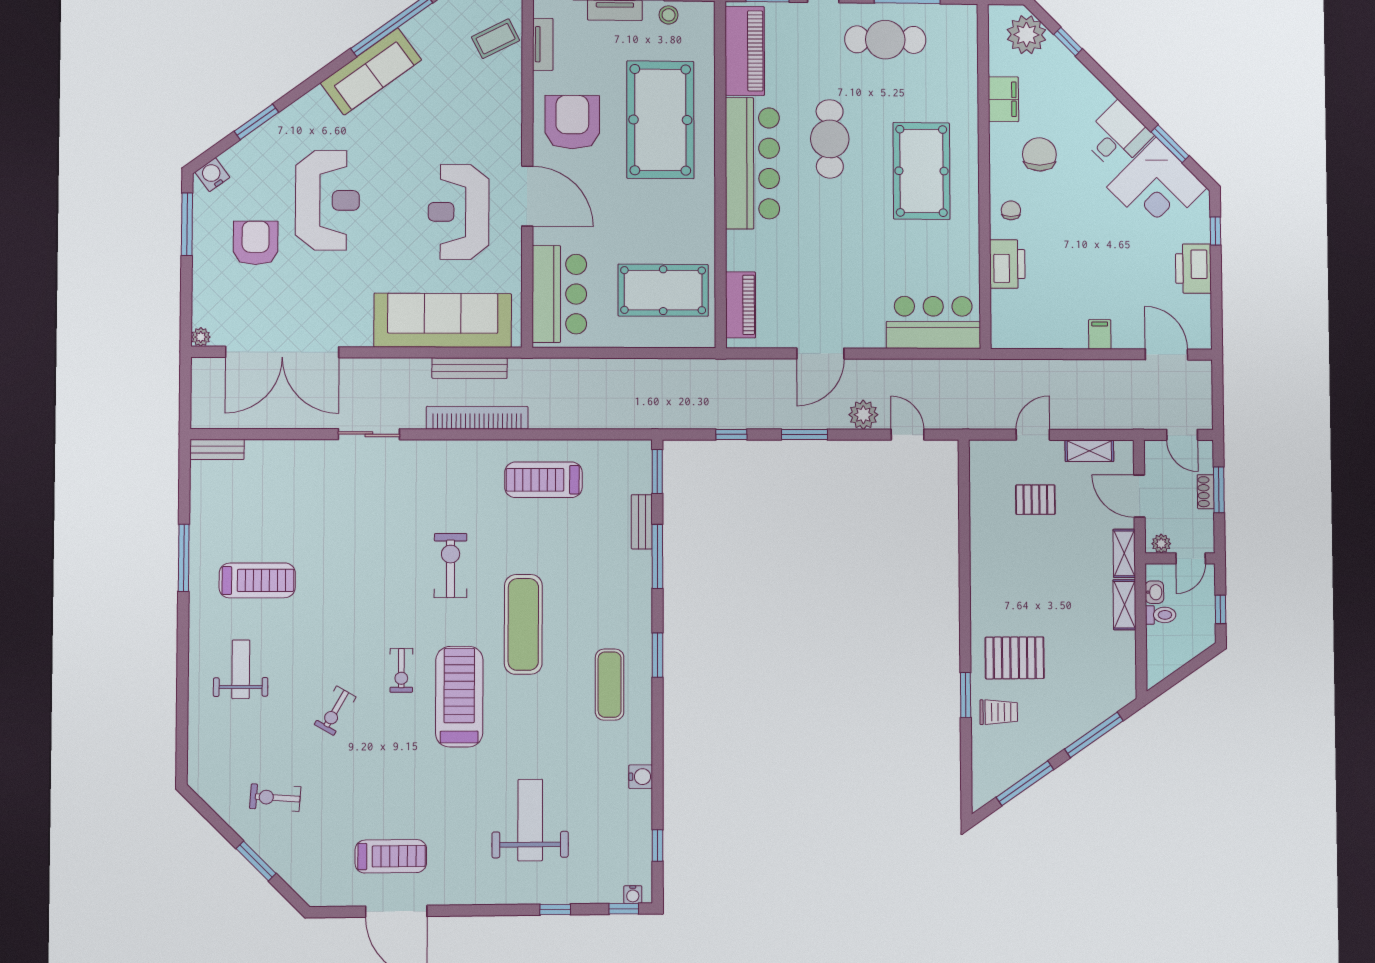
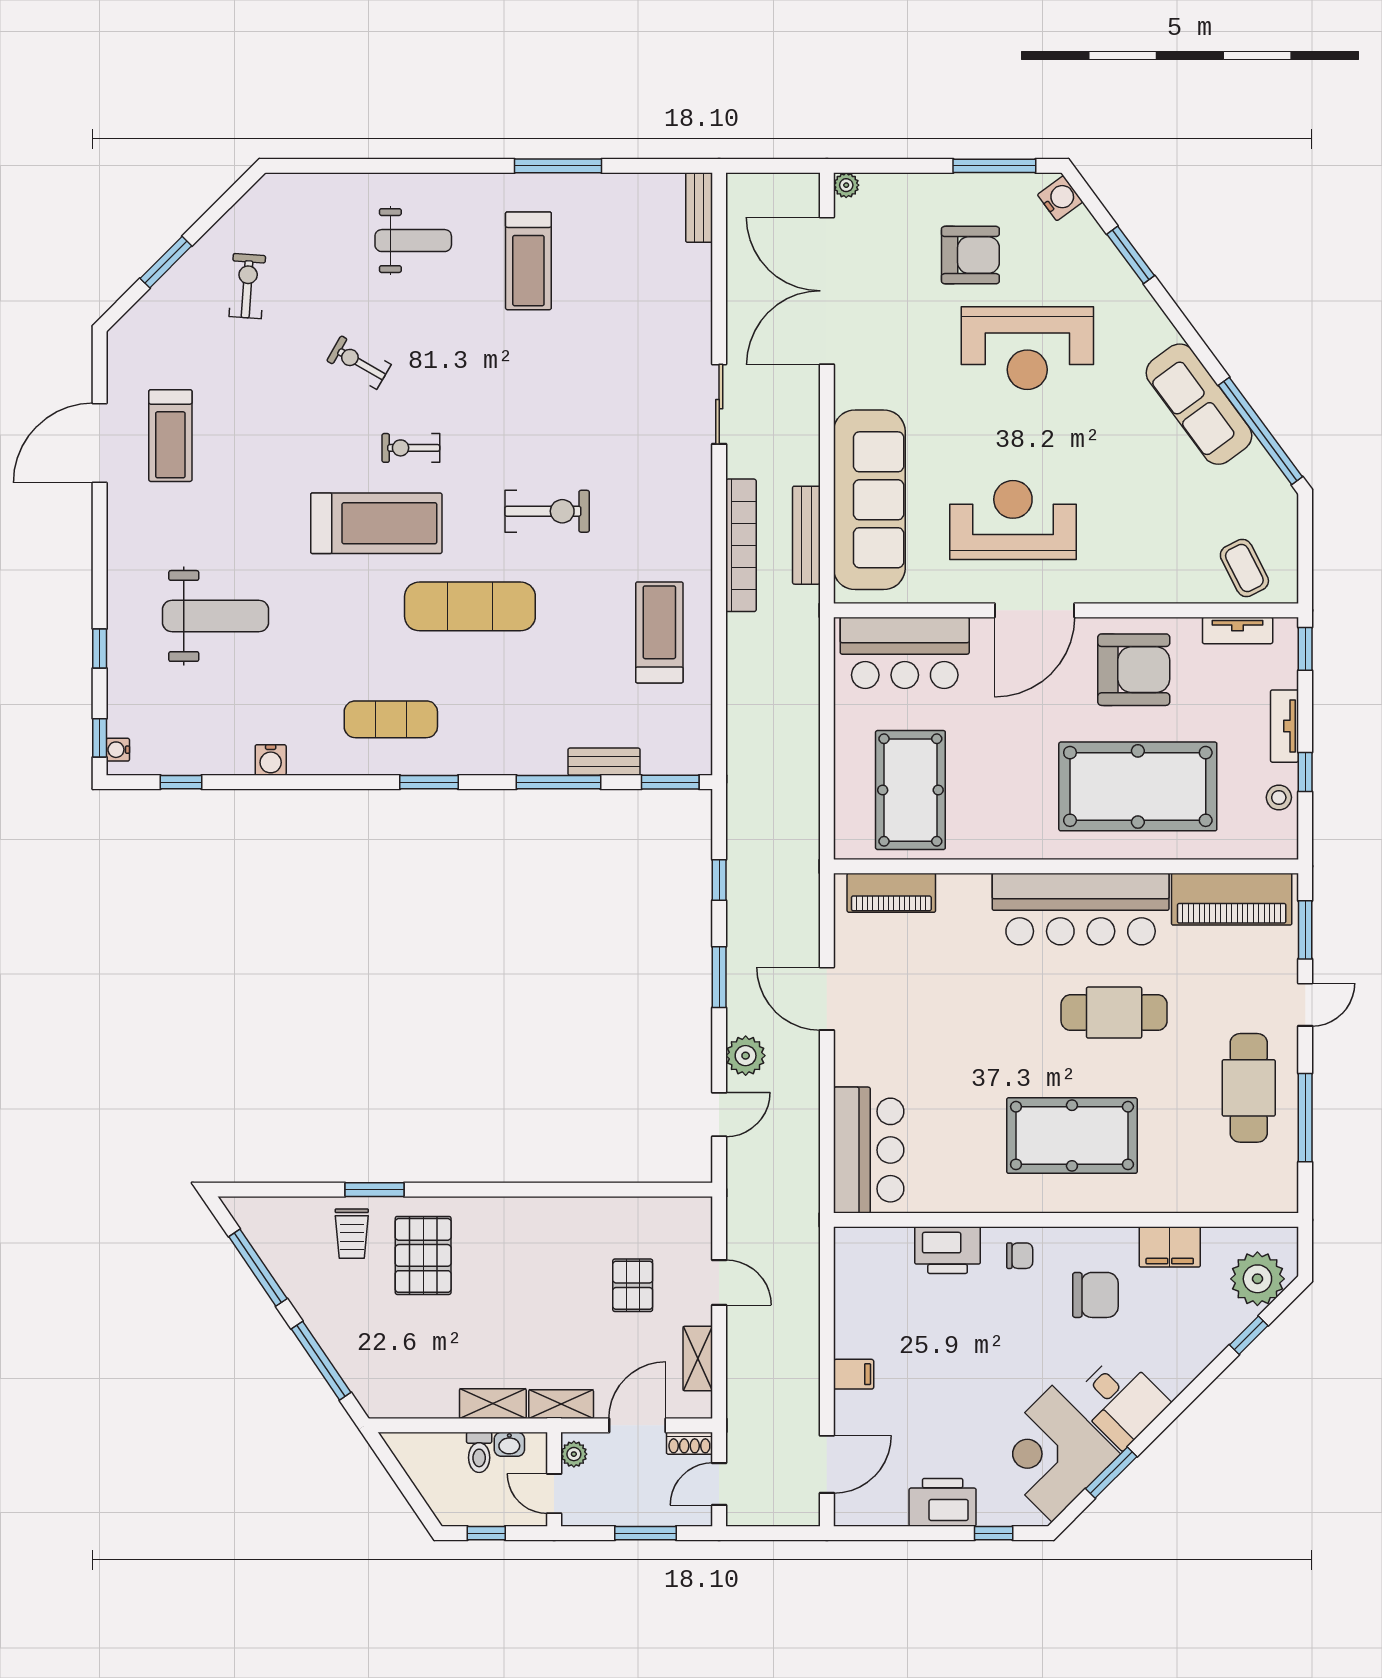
shoe rack: (1206, 492) -> (689, 1443), moved, turned 180

